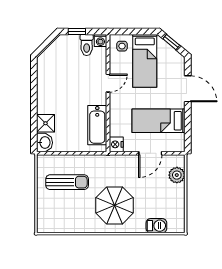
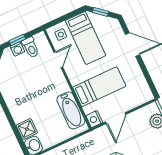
washing machine: (100, 40) -> (17, 49), moved
door: (108, 83) -> (58, 60), moved
bed: (158, 121) -> (99, 87), moved, turned 180
door: (150, 153) -> (116, 118), moved

